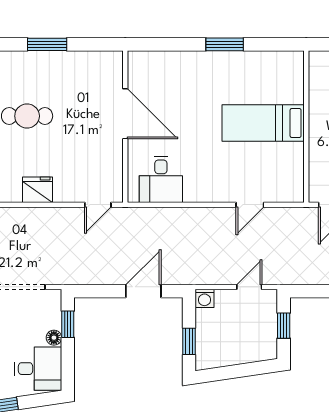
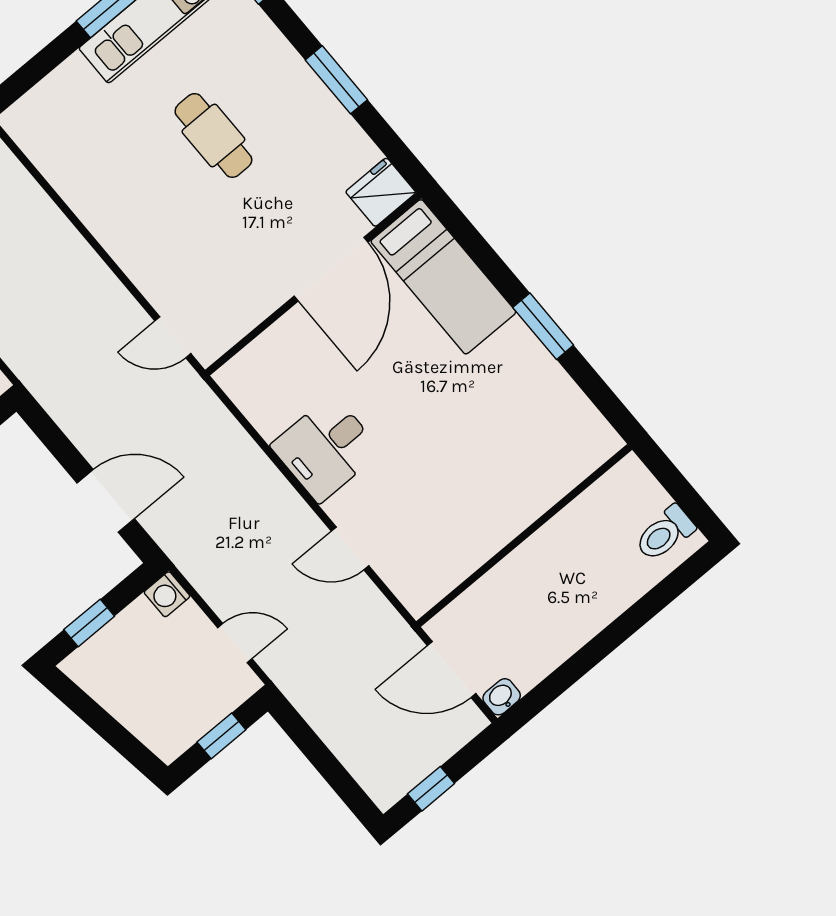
bed: (263, 123) -> (443, 277), moved, turned 180
desk: (161, 179) -> (326, 448), moved
fridge: (37, 190) -> (381, 192), moved, turned -90

